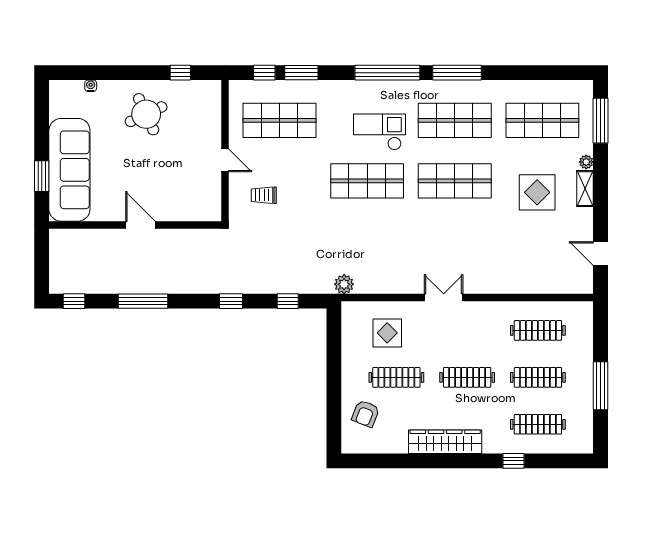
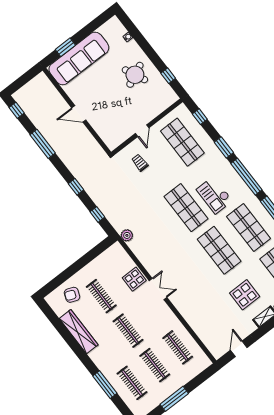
window: (301, 73) -> (224, 147), moved
checkout: (379, 132) -> (214, 195), turned 180
door: (140, 225) -> (79, 114), swing flipped
display table: (387, 333) -> (134, 279), moved
wardrobe: (445, 442) -> (79, 332), moved
window: (513, 461) -> (105, 385), width x2.17

